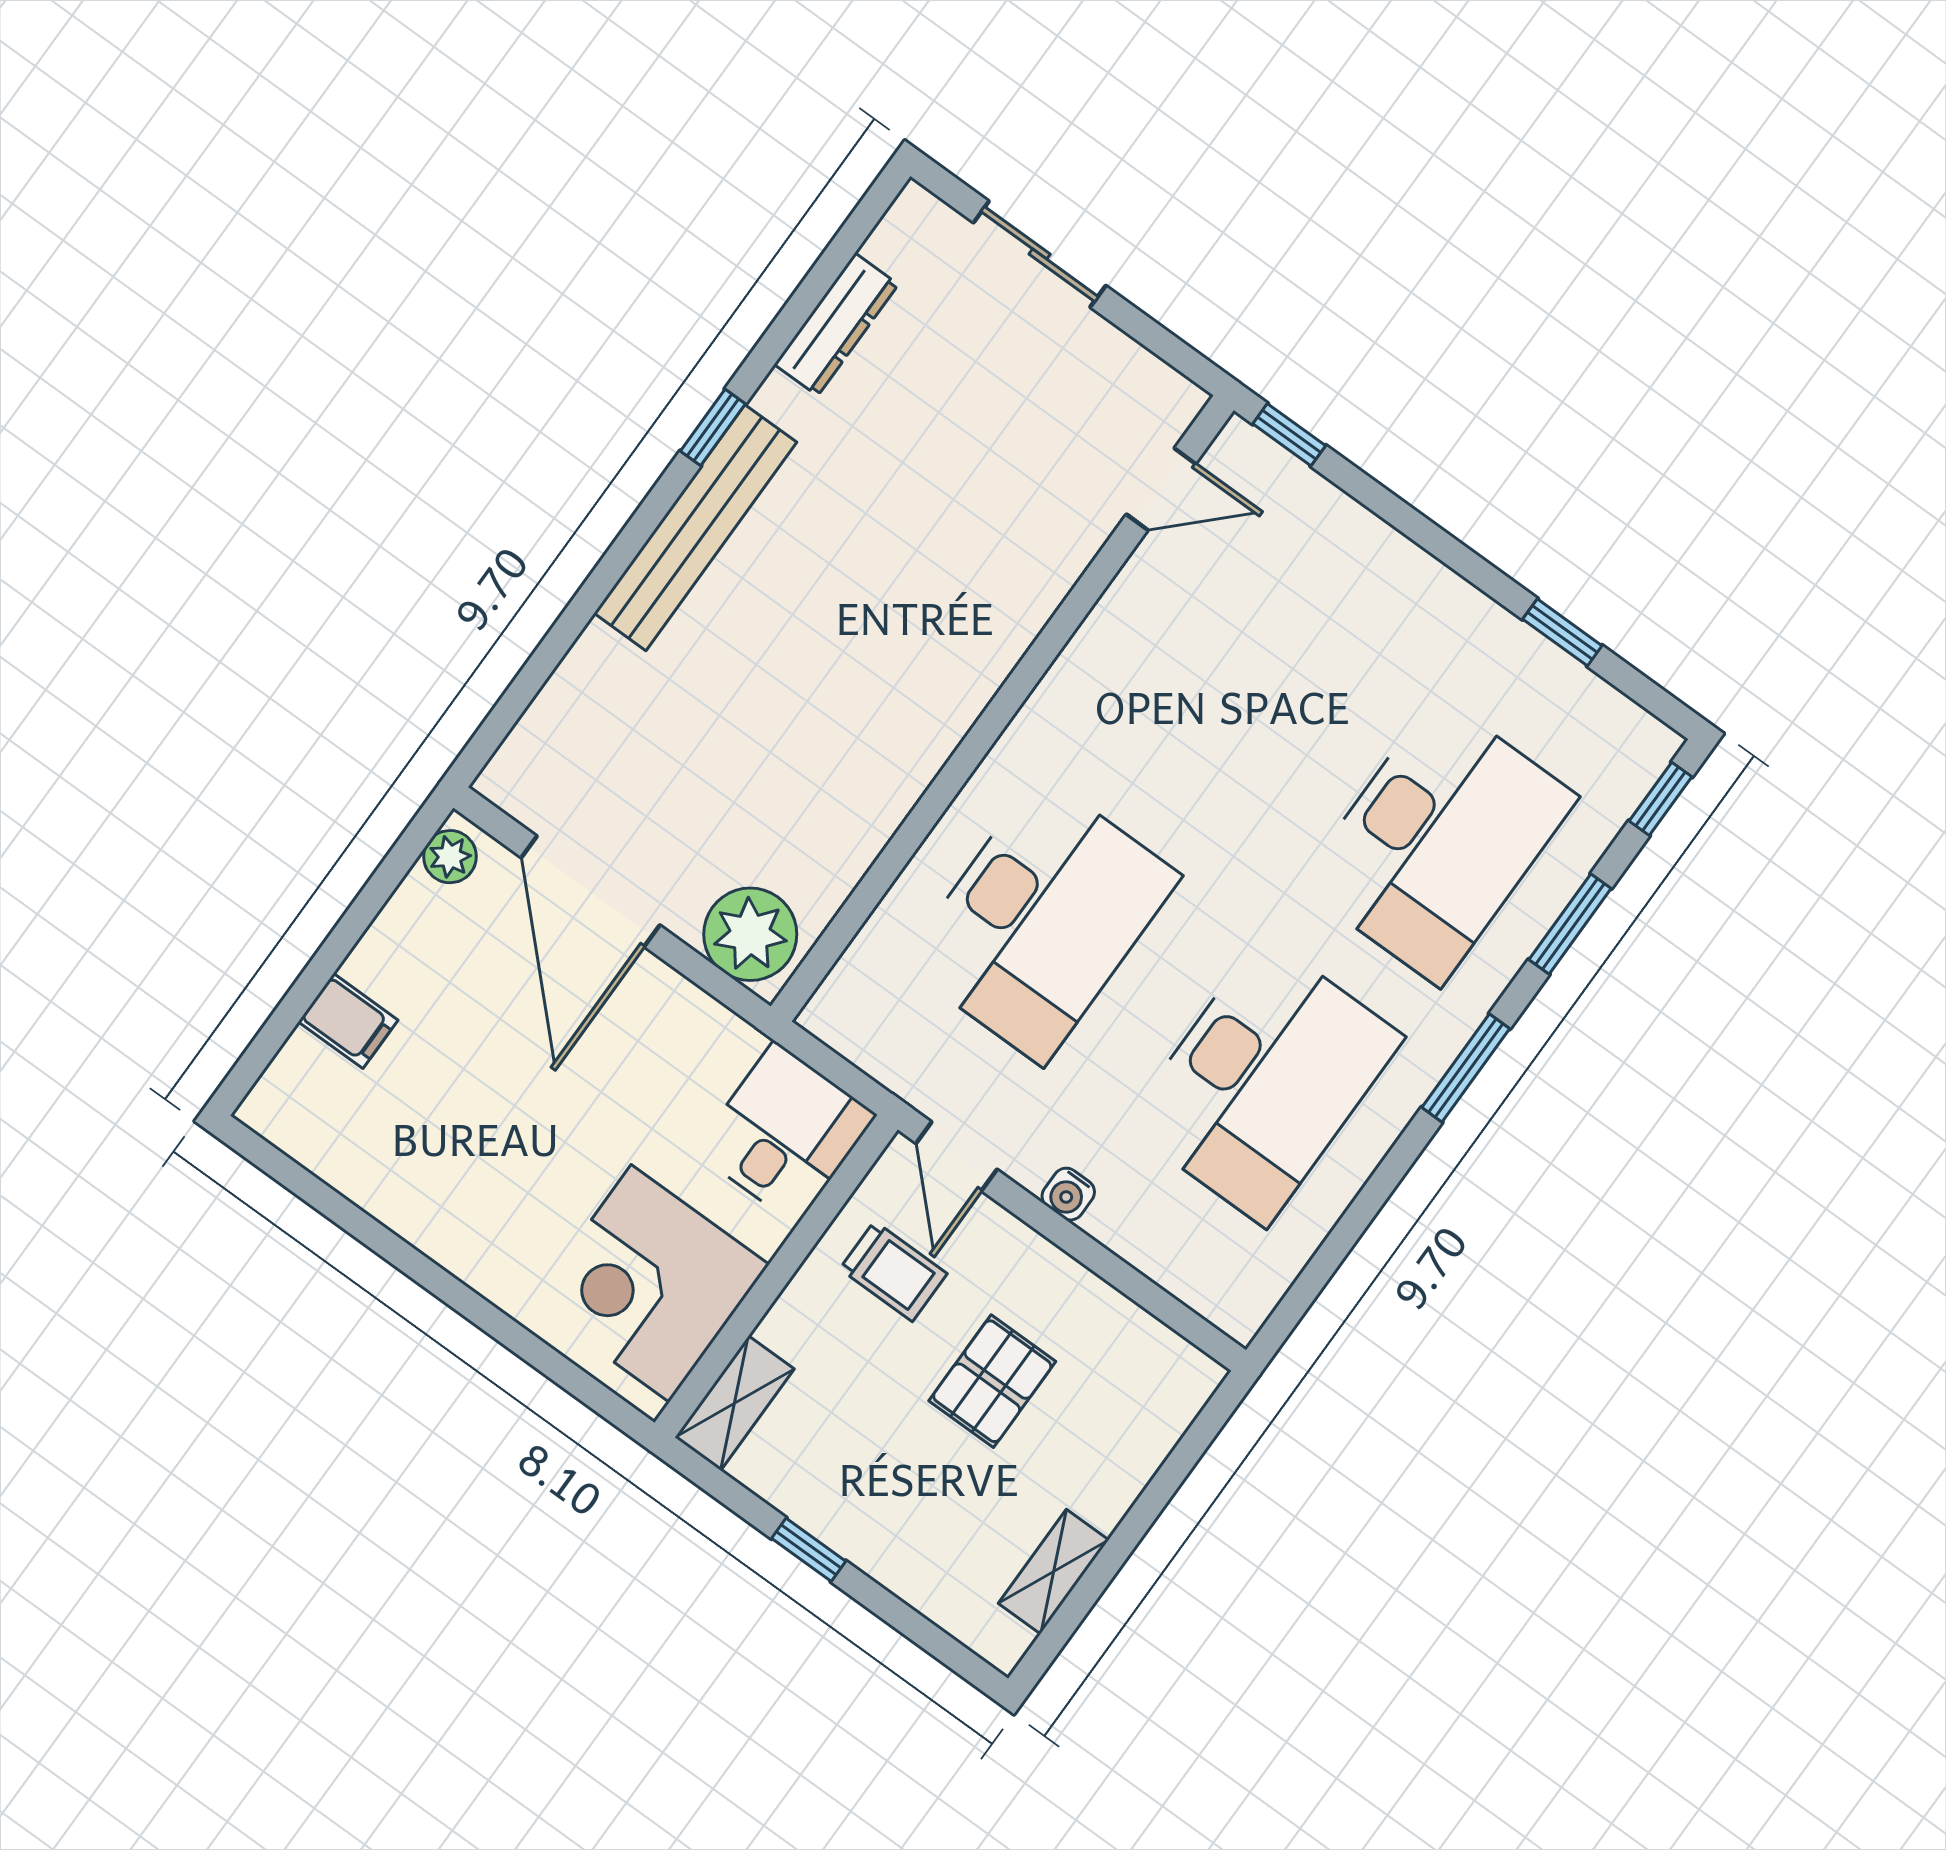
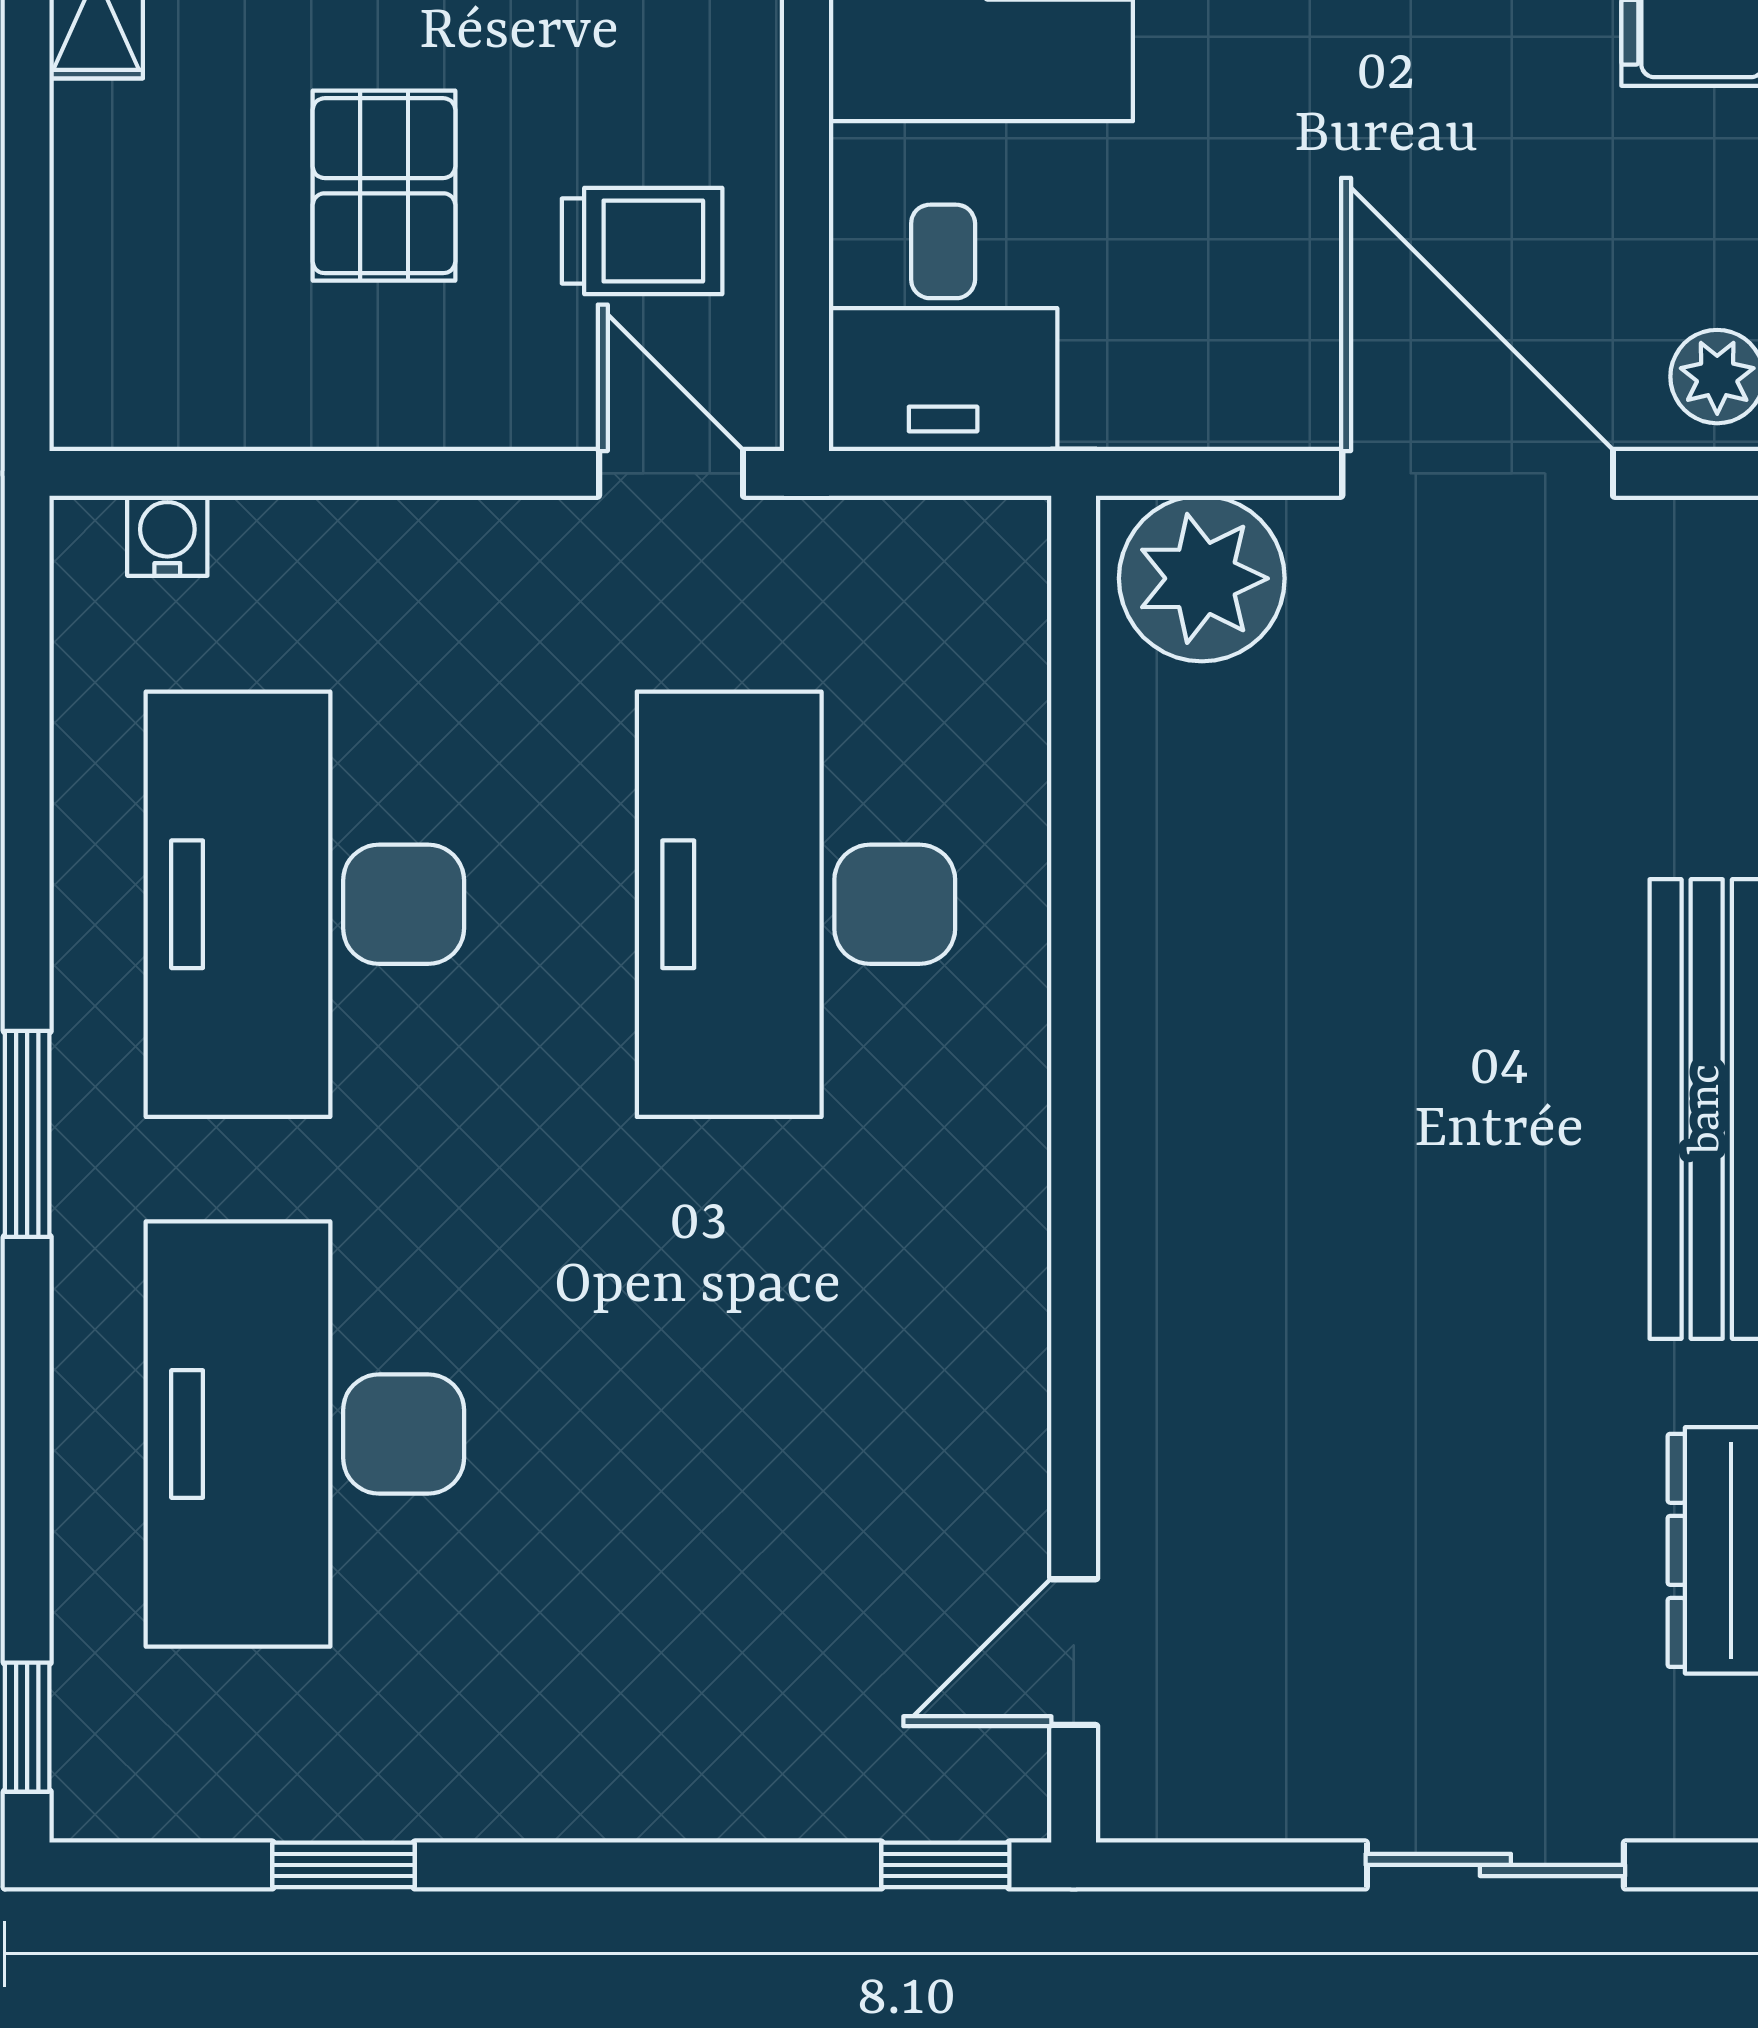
window: (1570, 924) -> (27, 1451), removed
water cooler: (1068, 1194) -> (167, 536), moved
trolley: (893, 1271) -> (642, 241), turned 180

